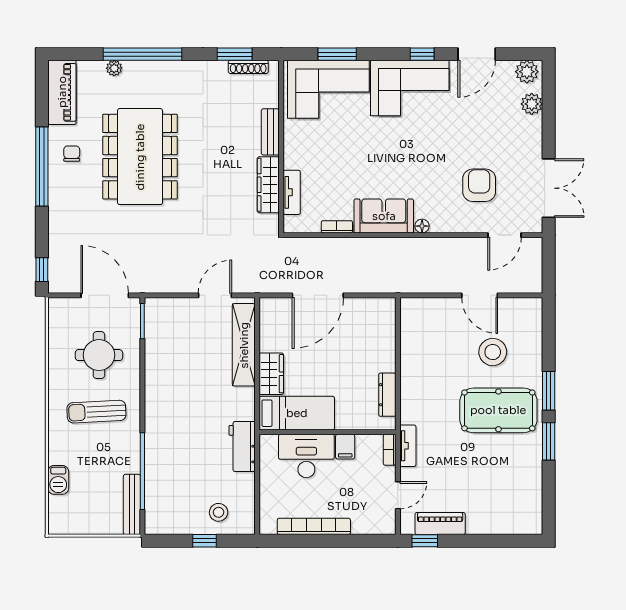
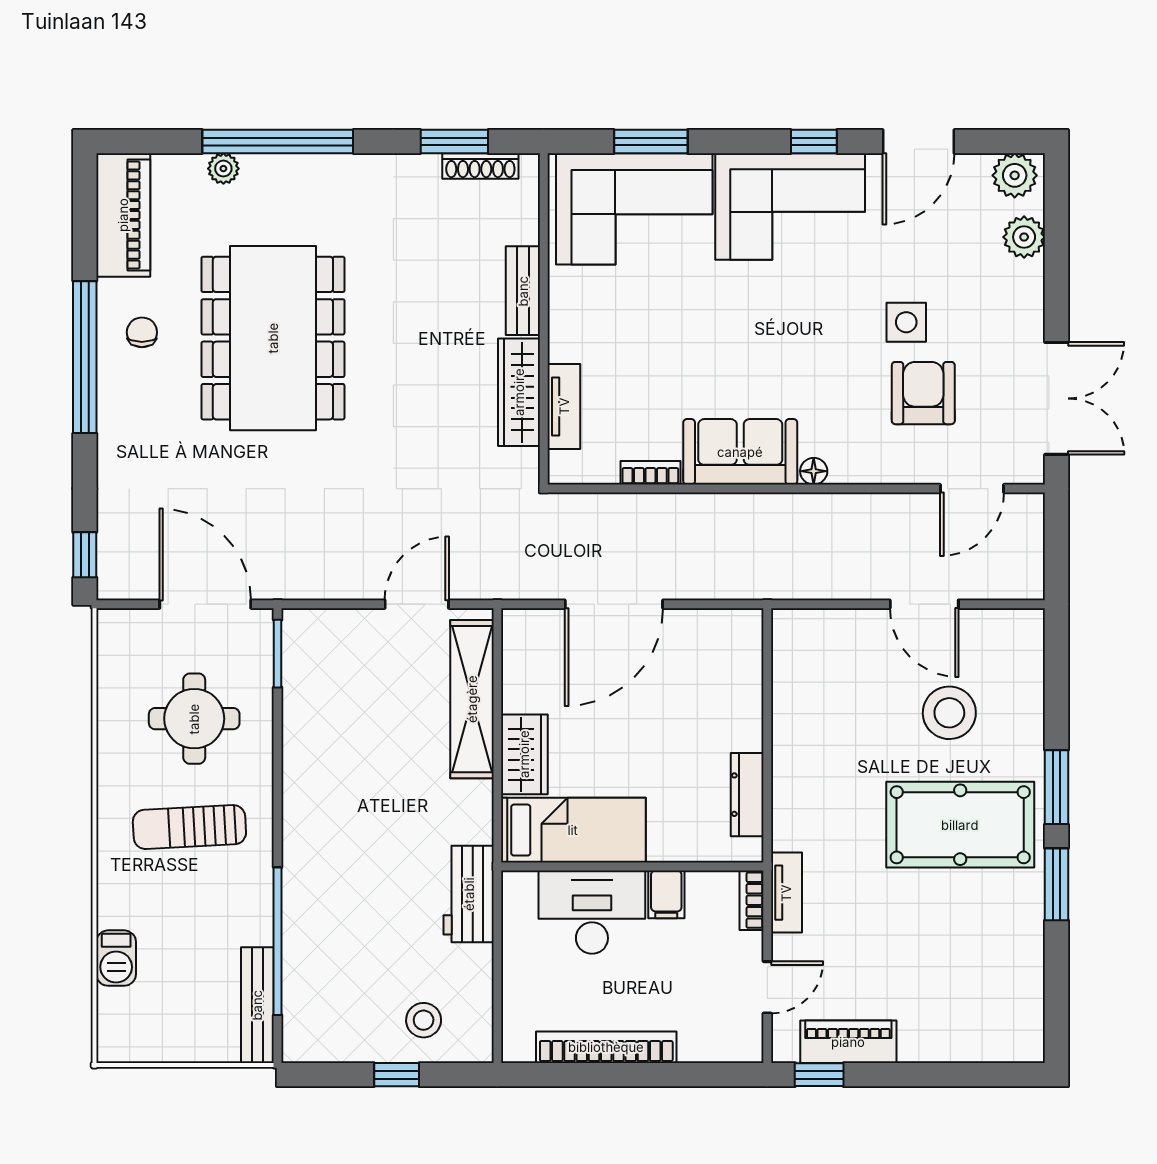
side table: (470, 148) -> (906, 322), added

